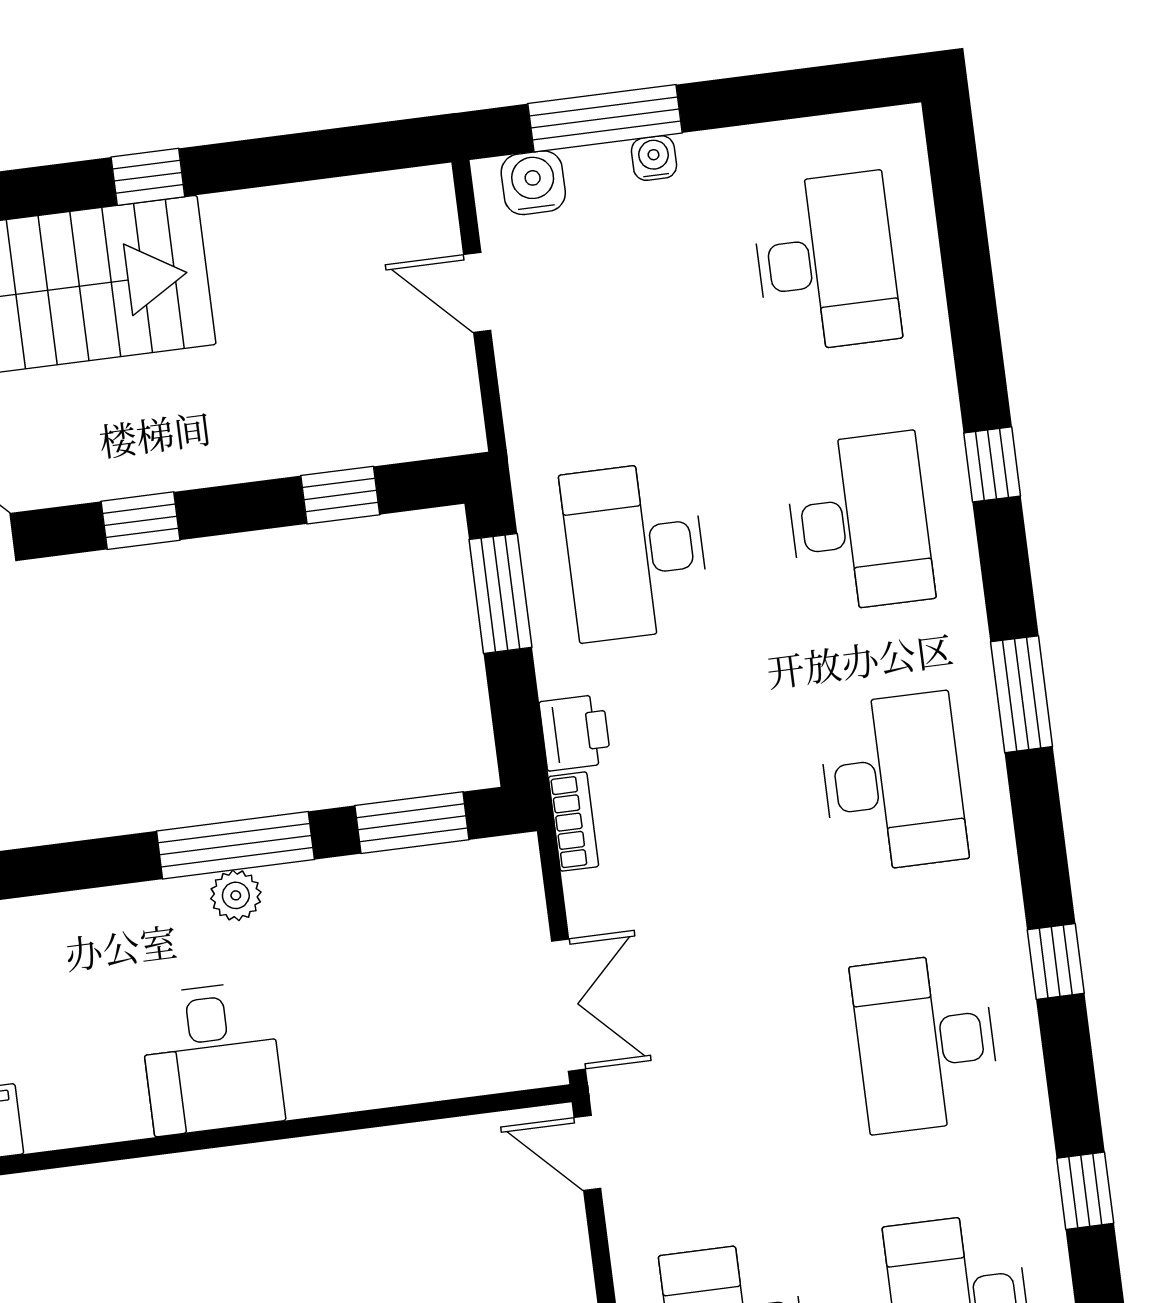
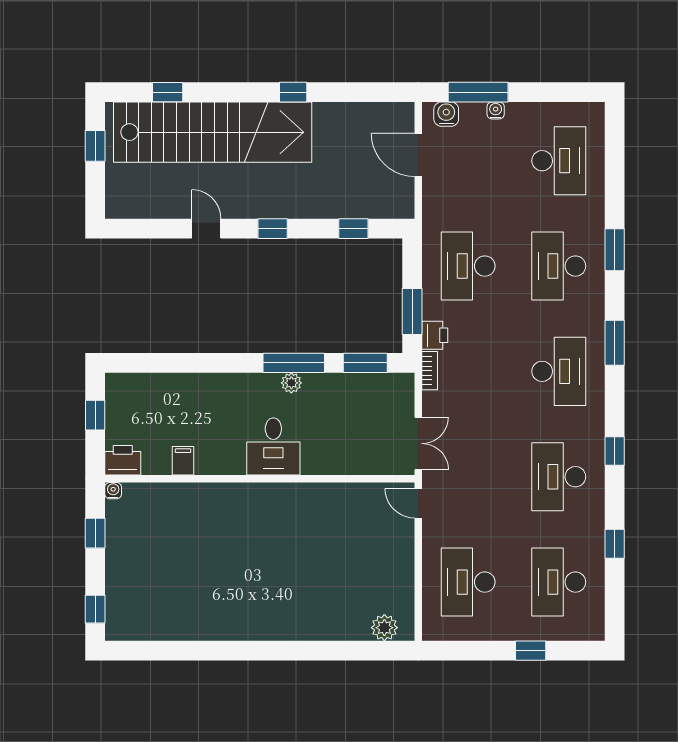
door: (477, 292) -> (418, 155), width x1.38
window: (992, 464) -> (615, 250), width x1.50
desk: (859, 522) -> (559, 266), turned 180
window: (500, 593) -> (412, 311), moved

